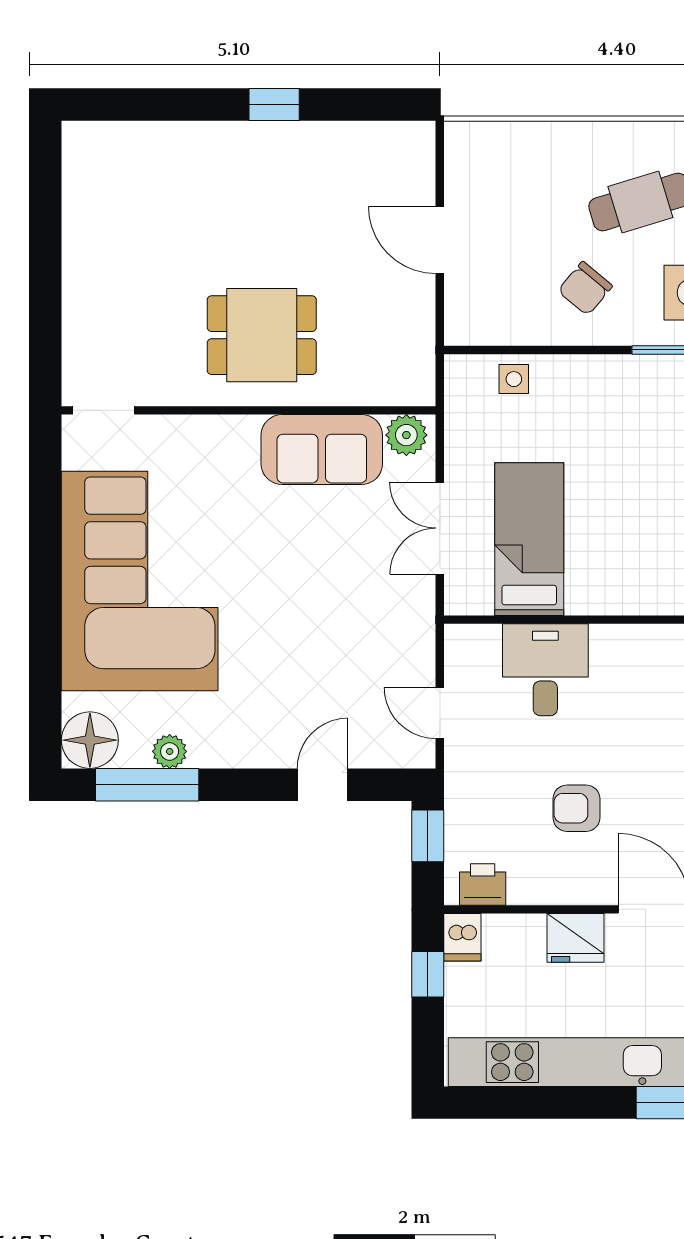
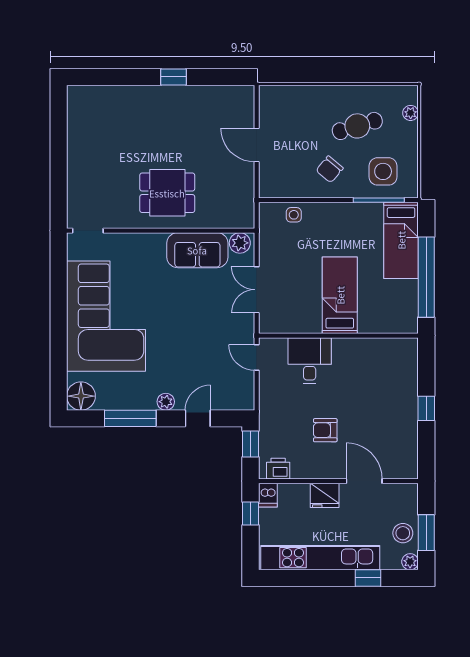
bed: (529, 539) -> (340, 295), moved
door: (440, 713) -> (257, 358), moved
plant: (170, 751) -> (166, 402), moved
window: (147, 785) -> (130, 418), moved

